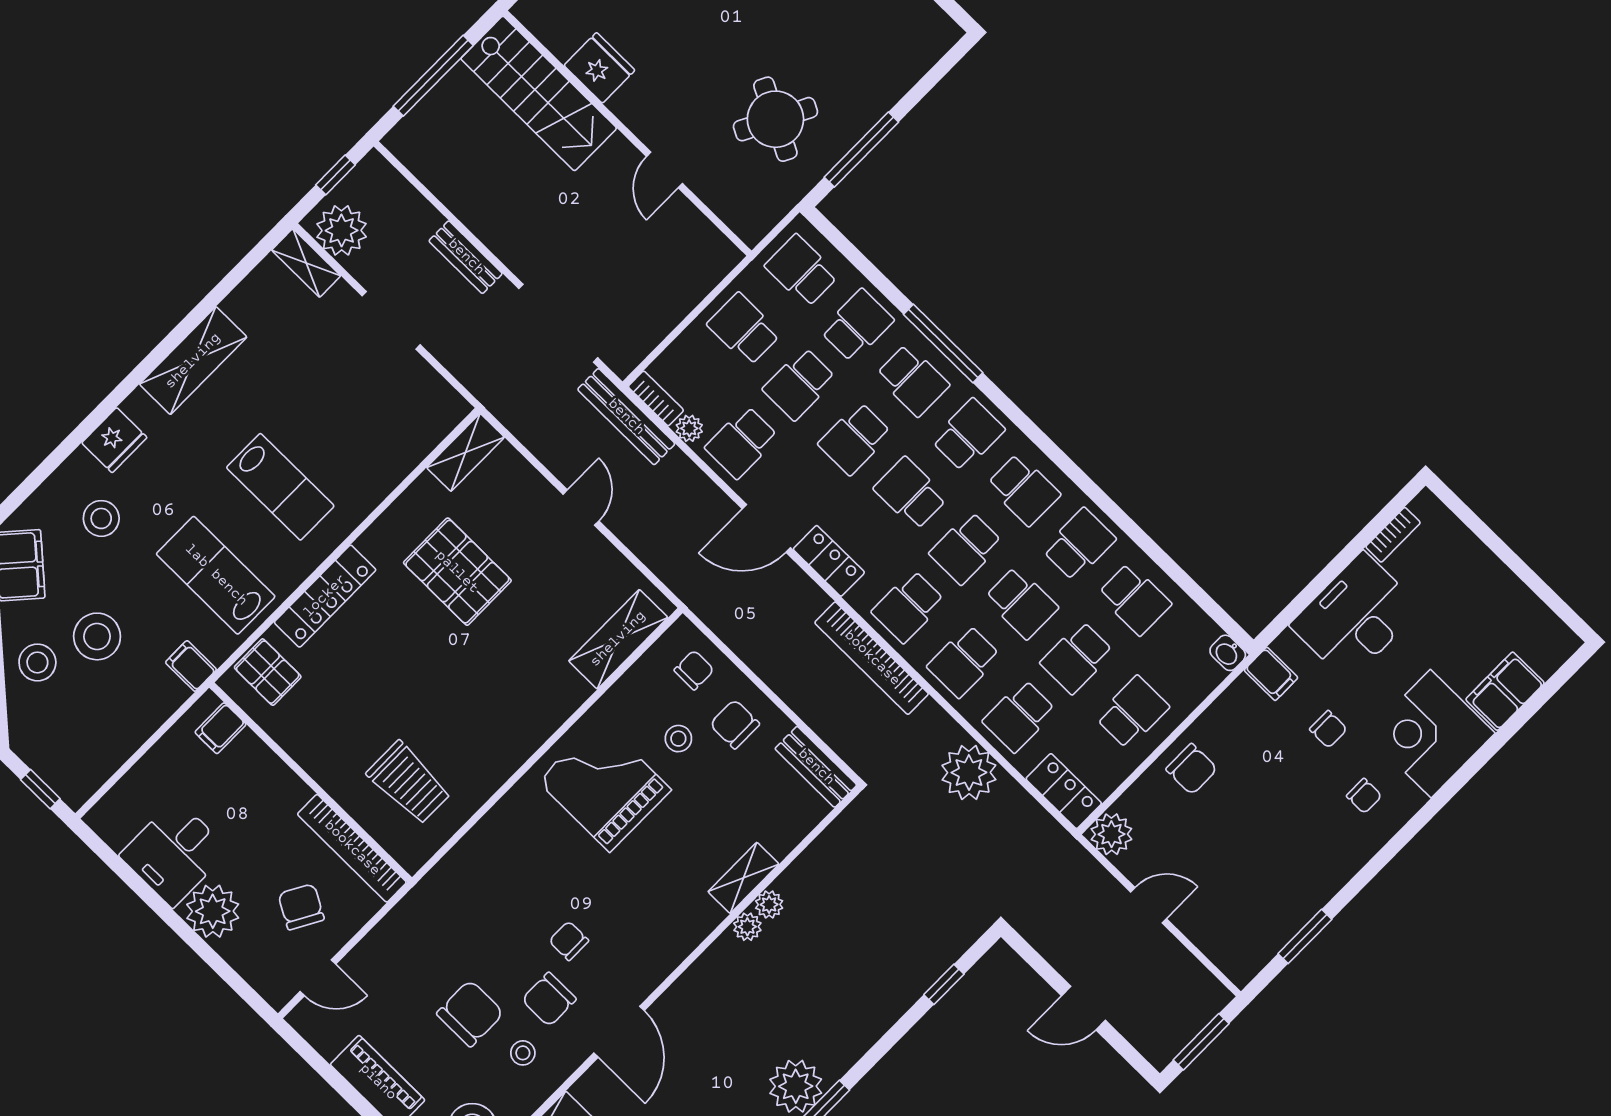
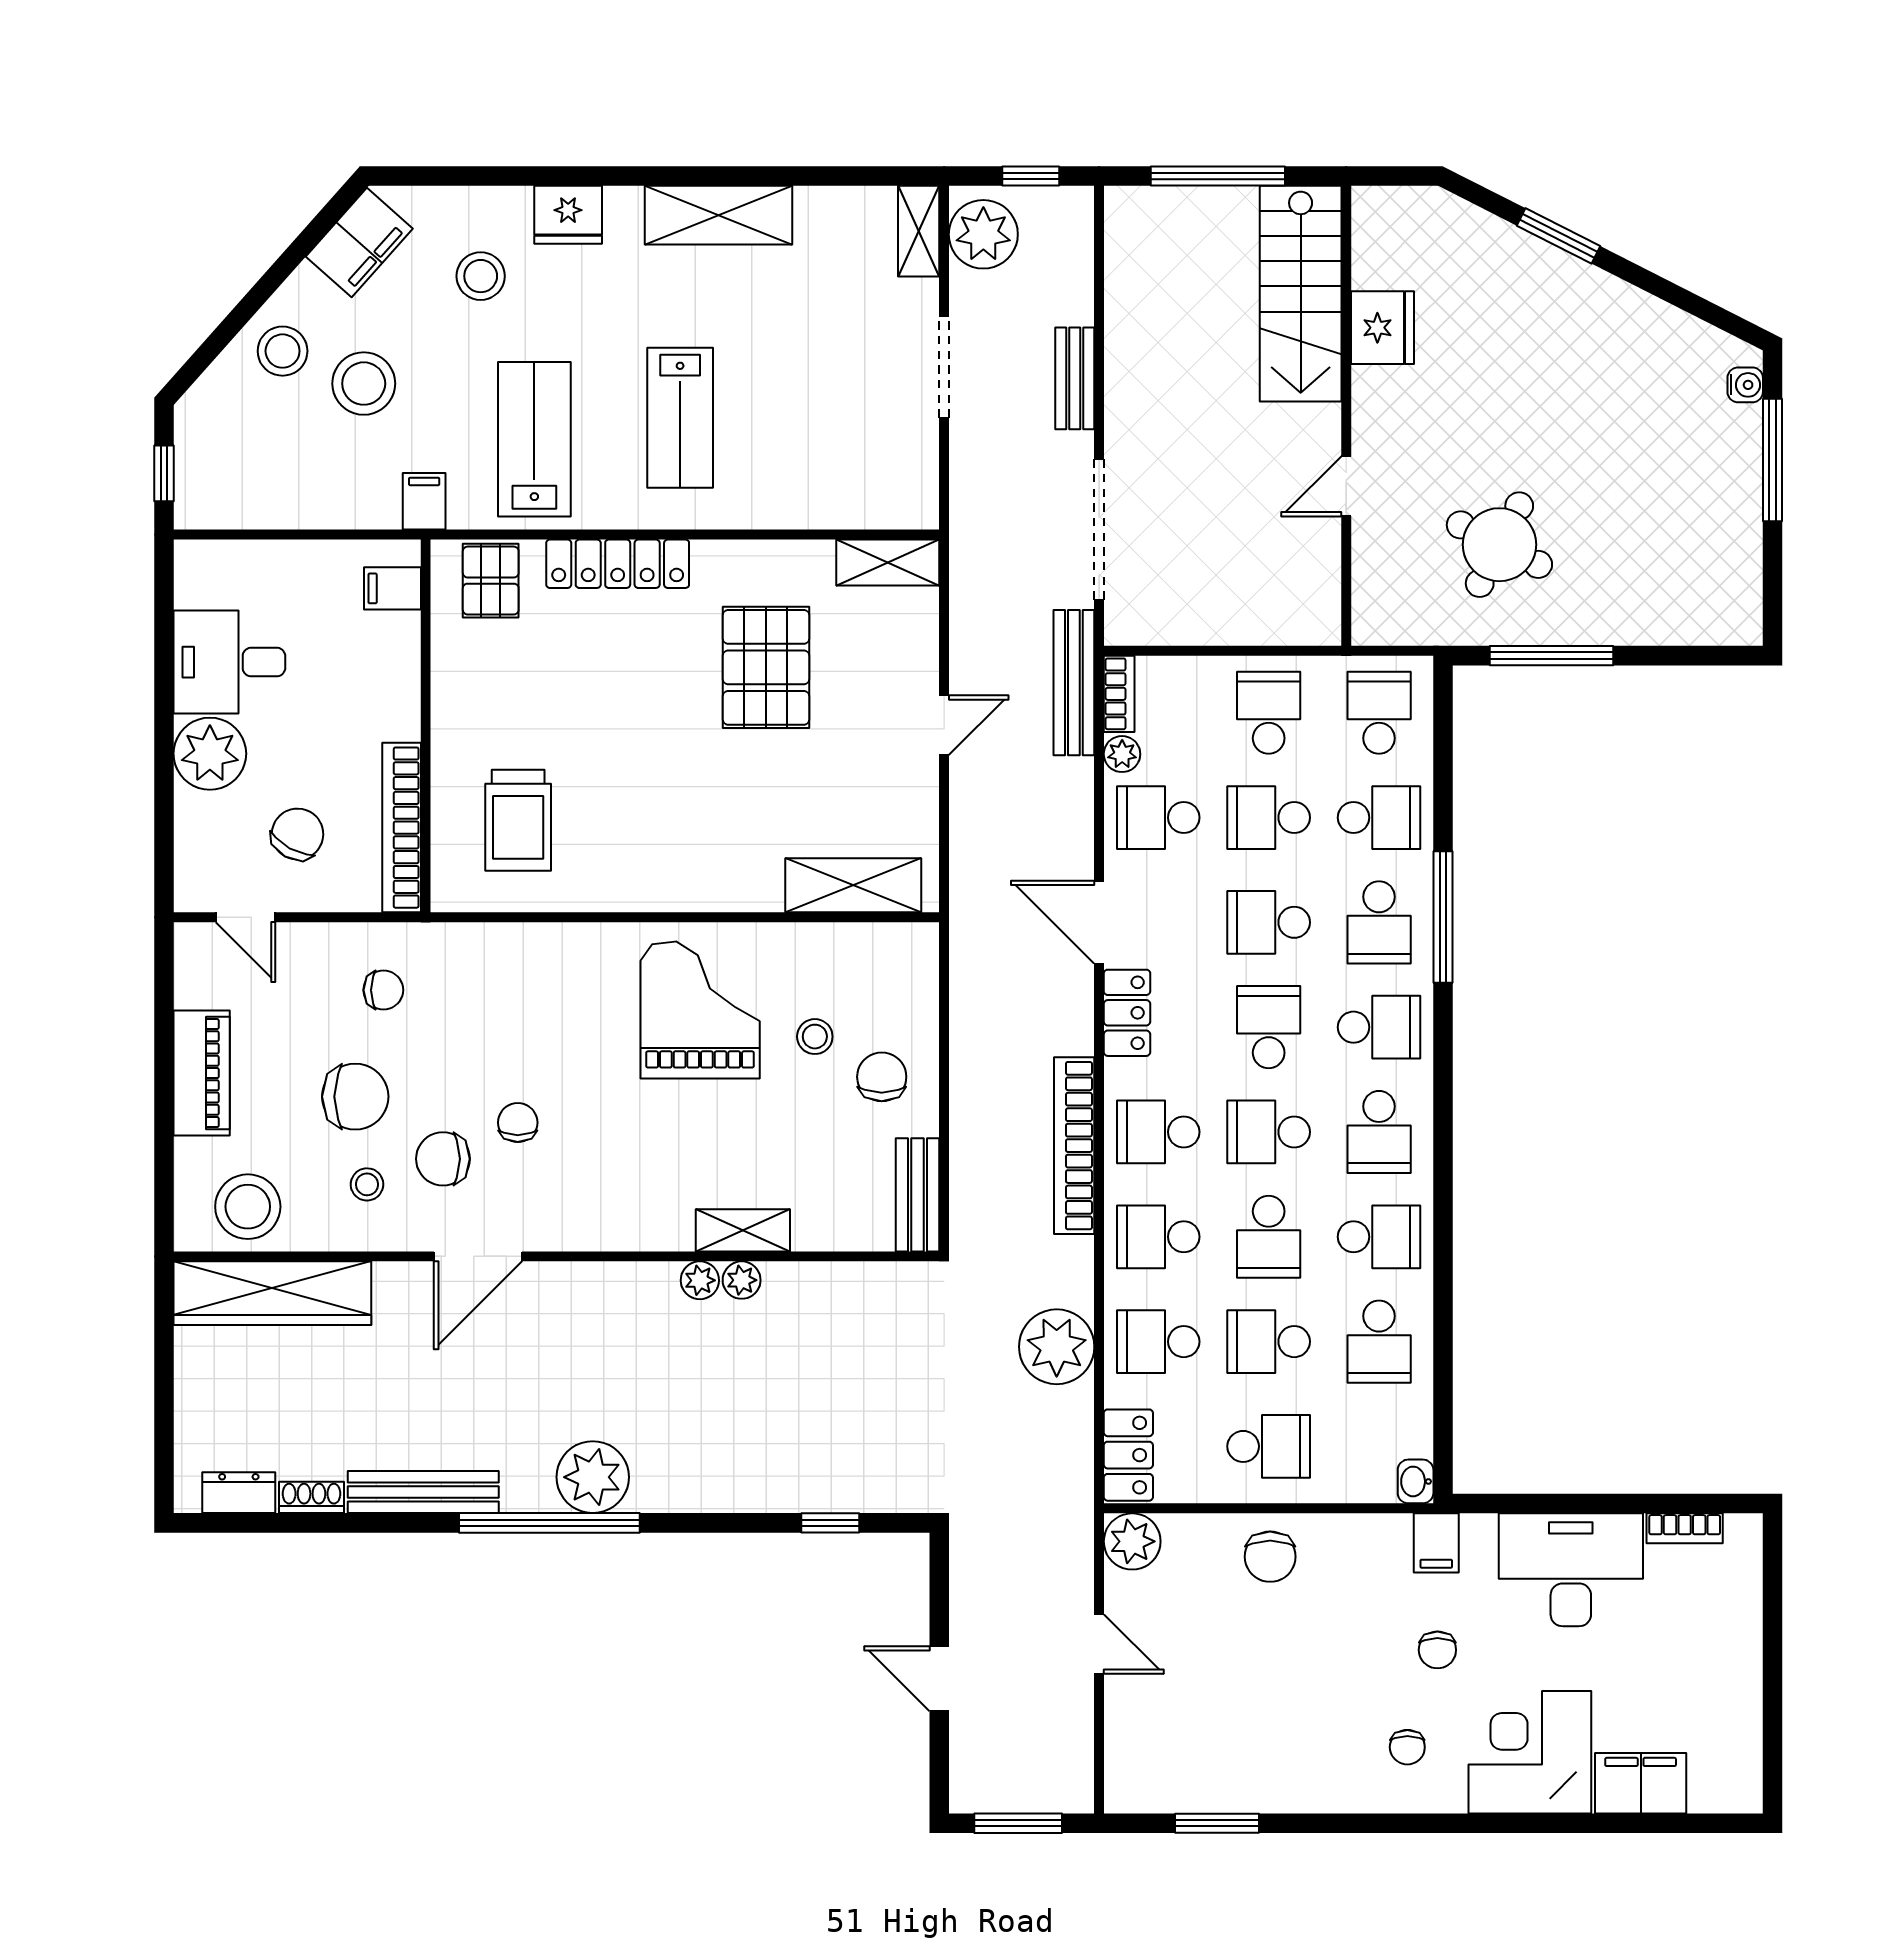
chair: (694, 670) -> (383, 990), moved

